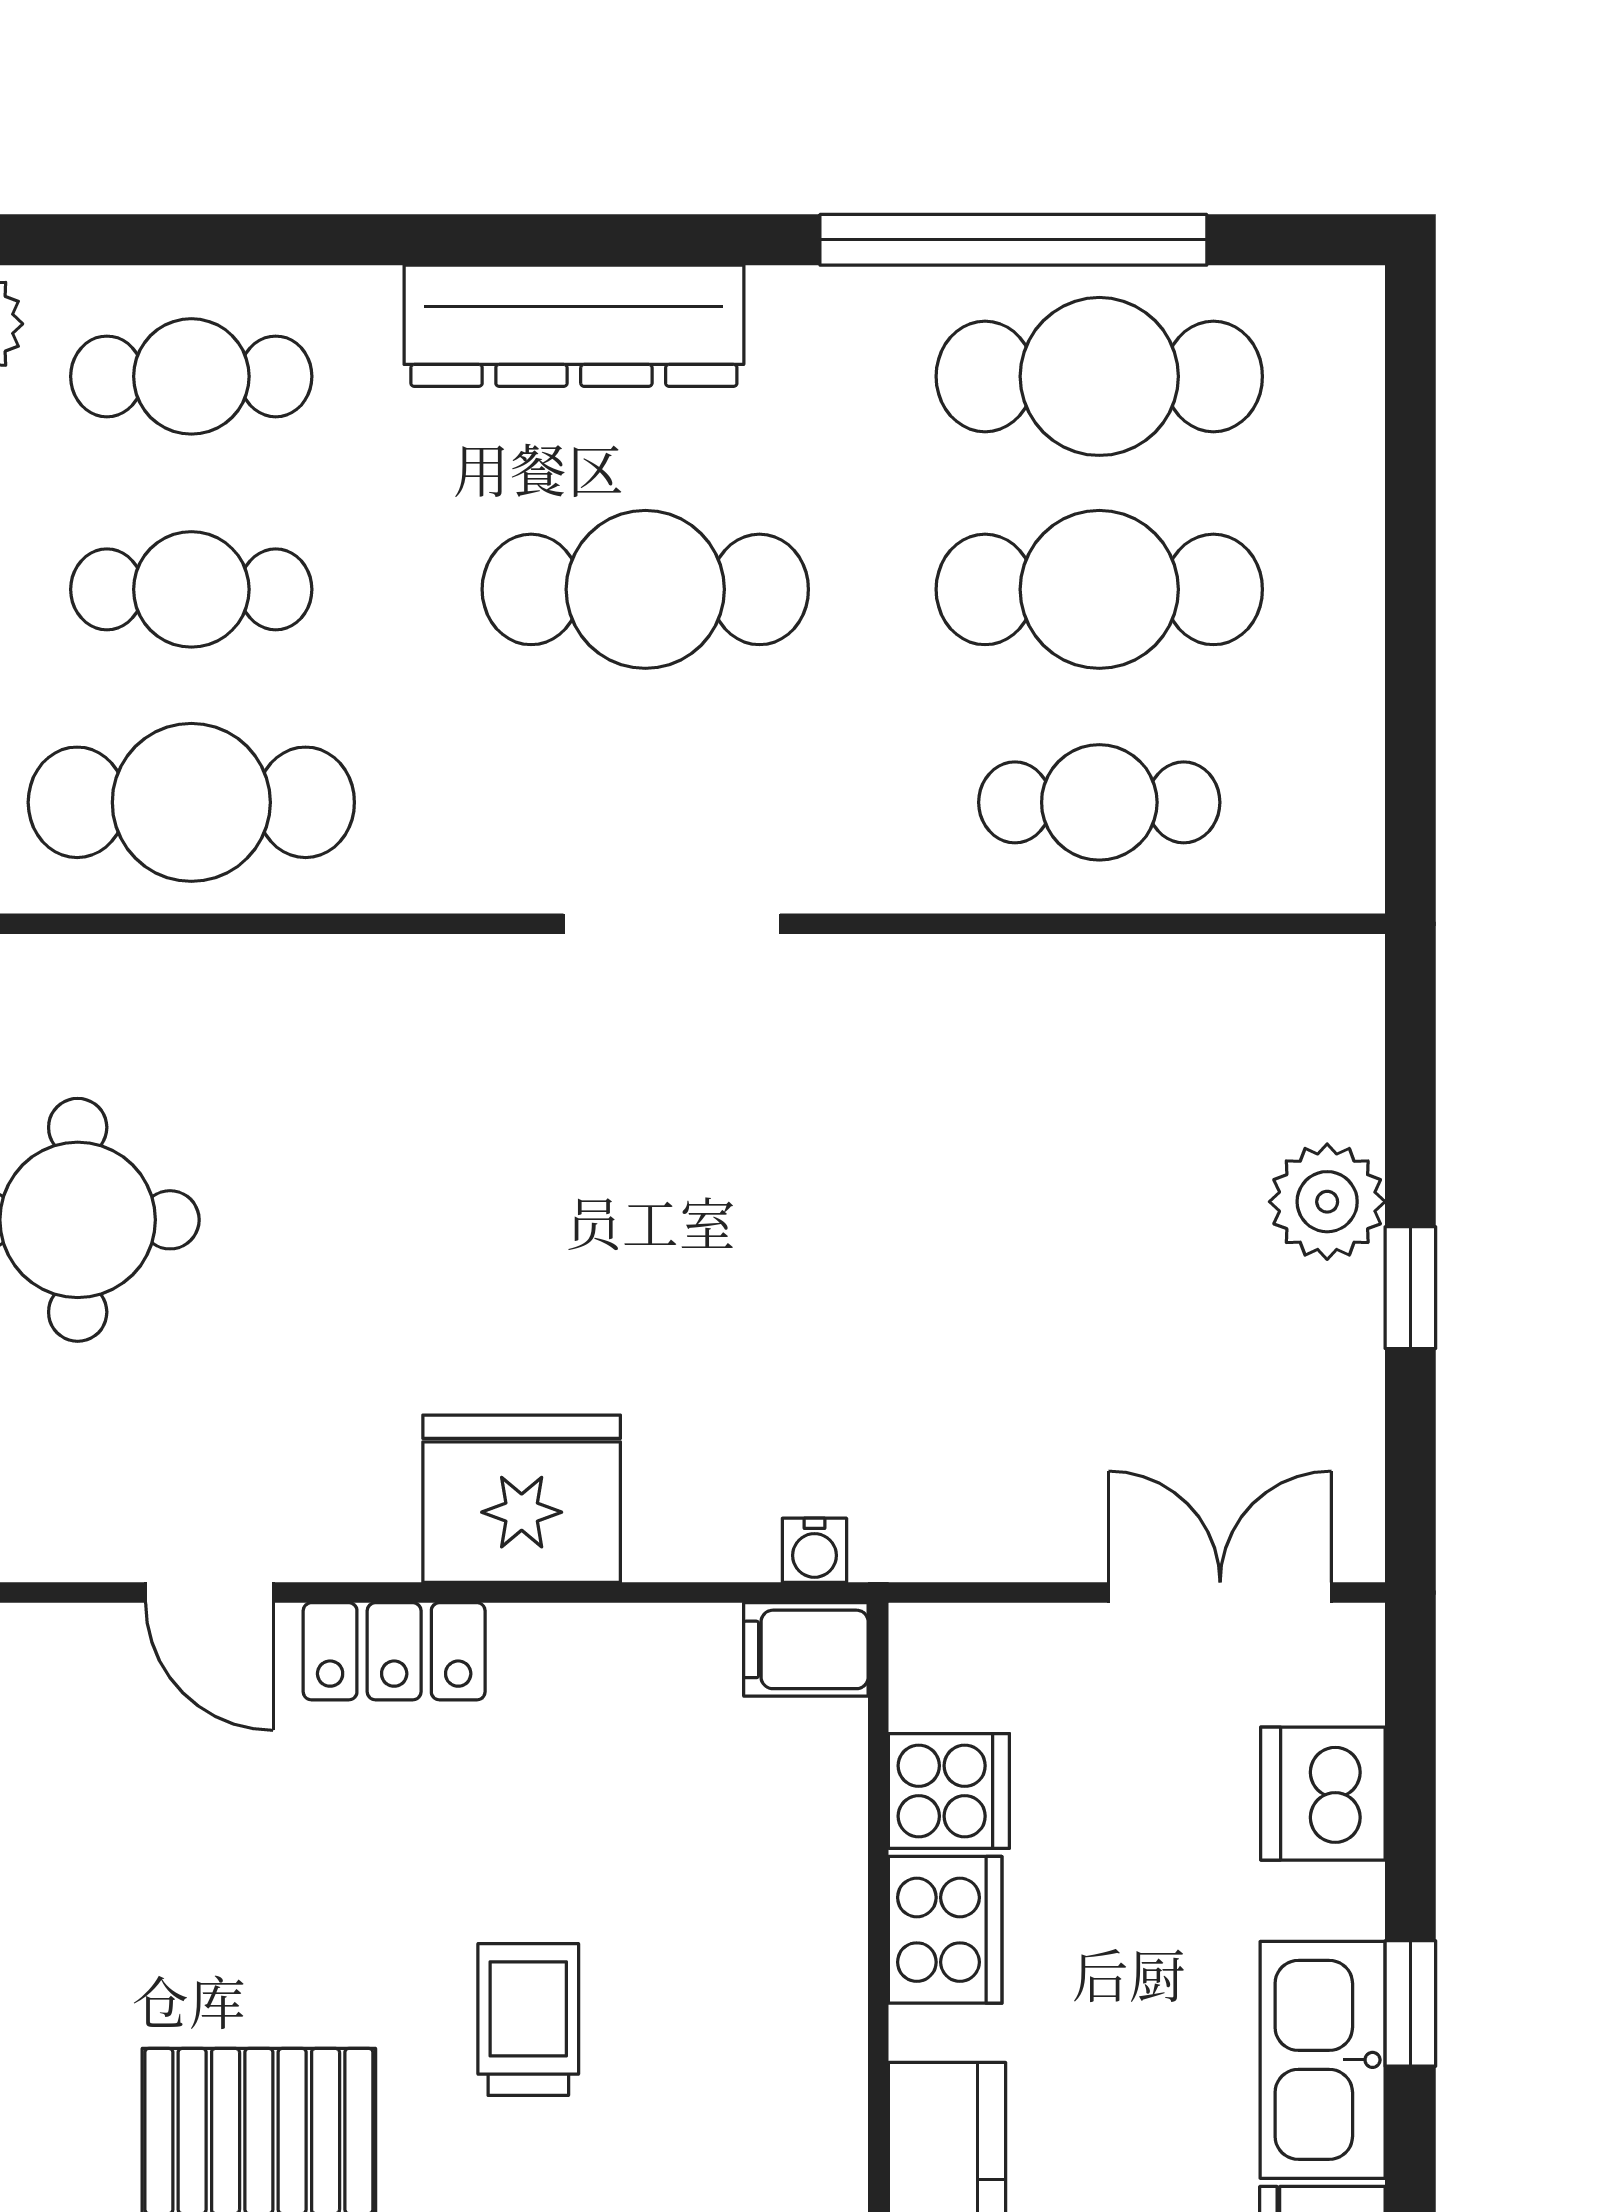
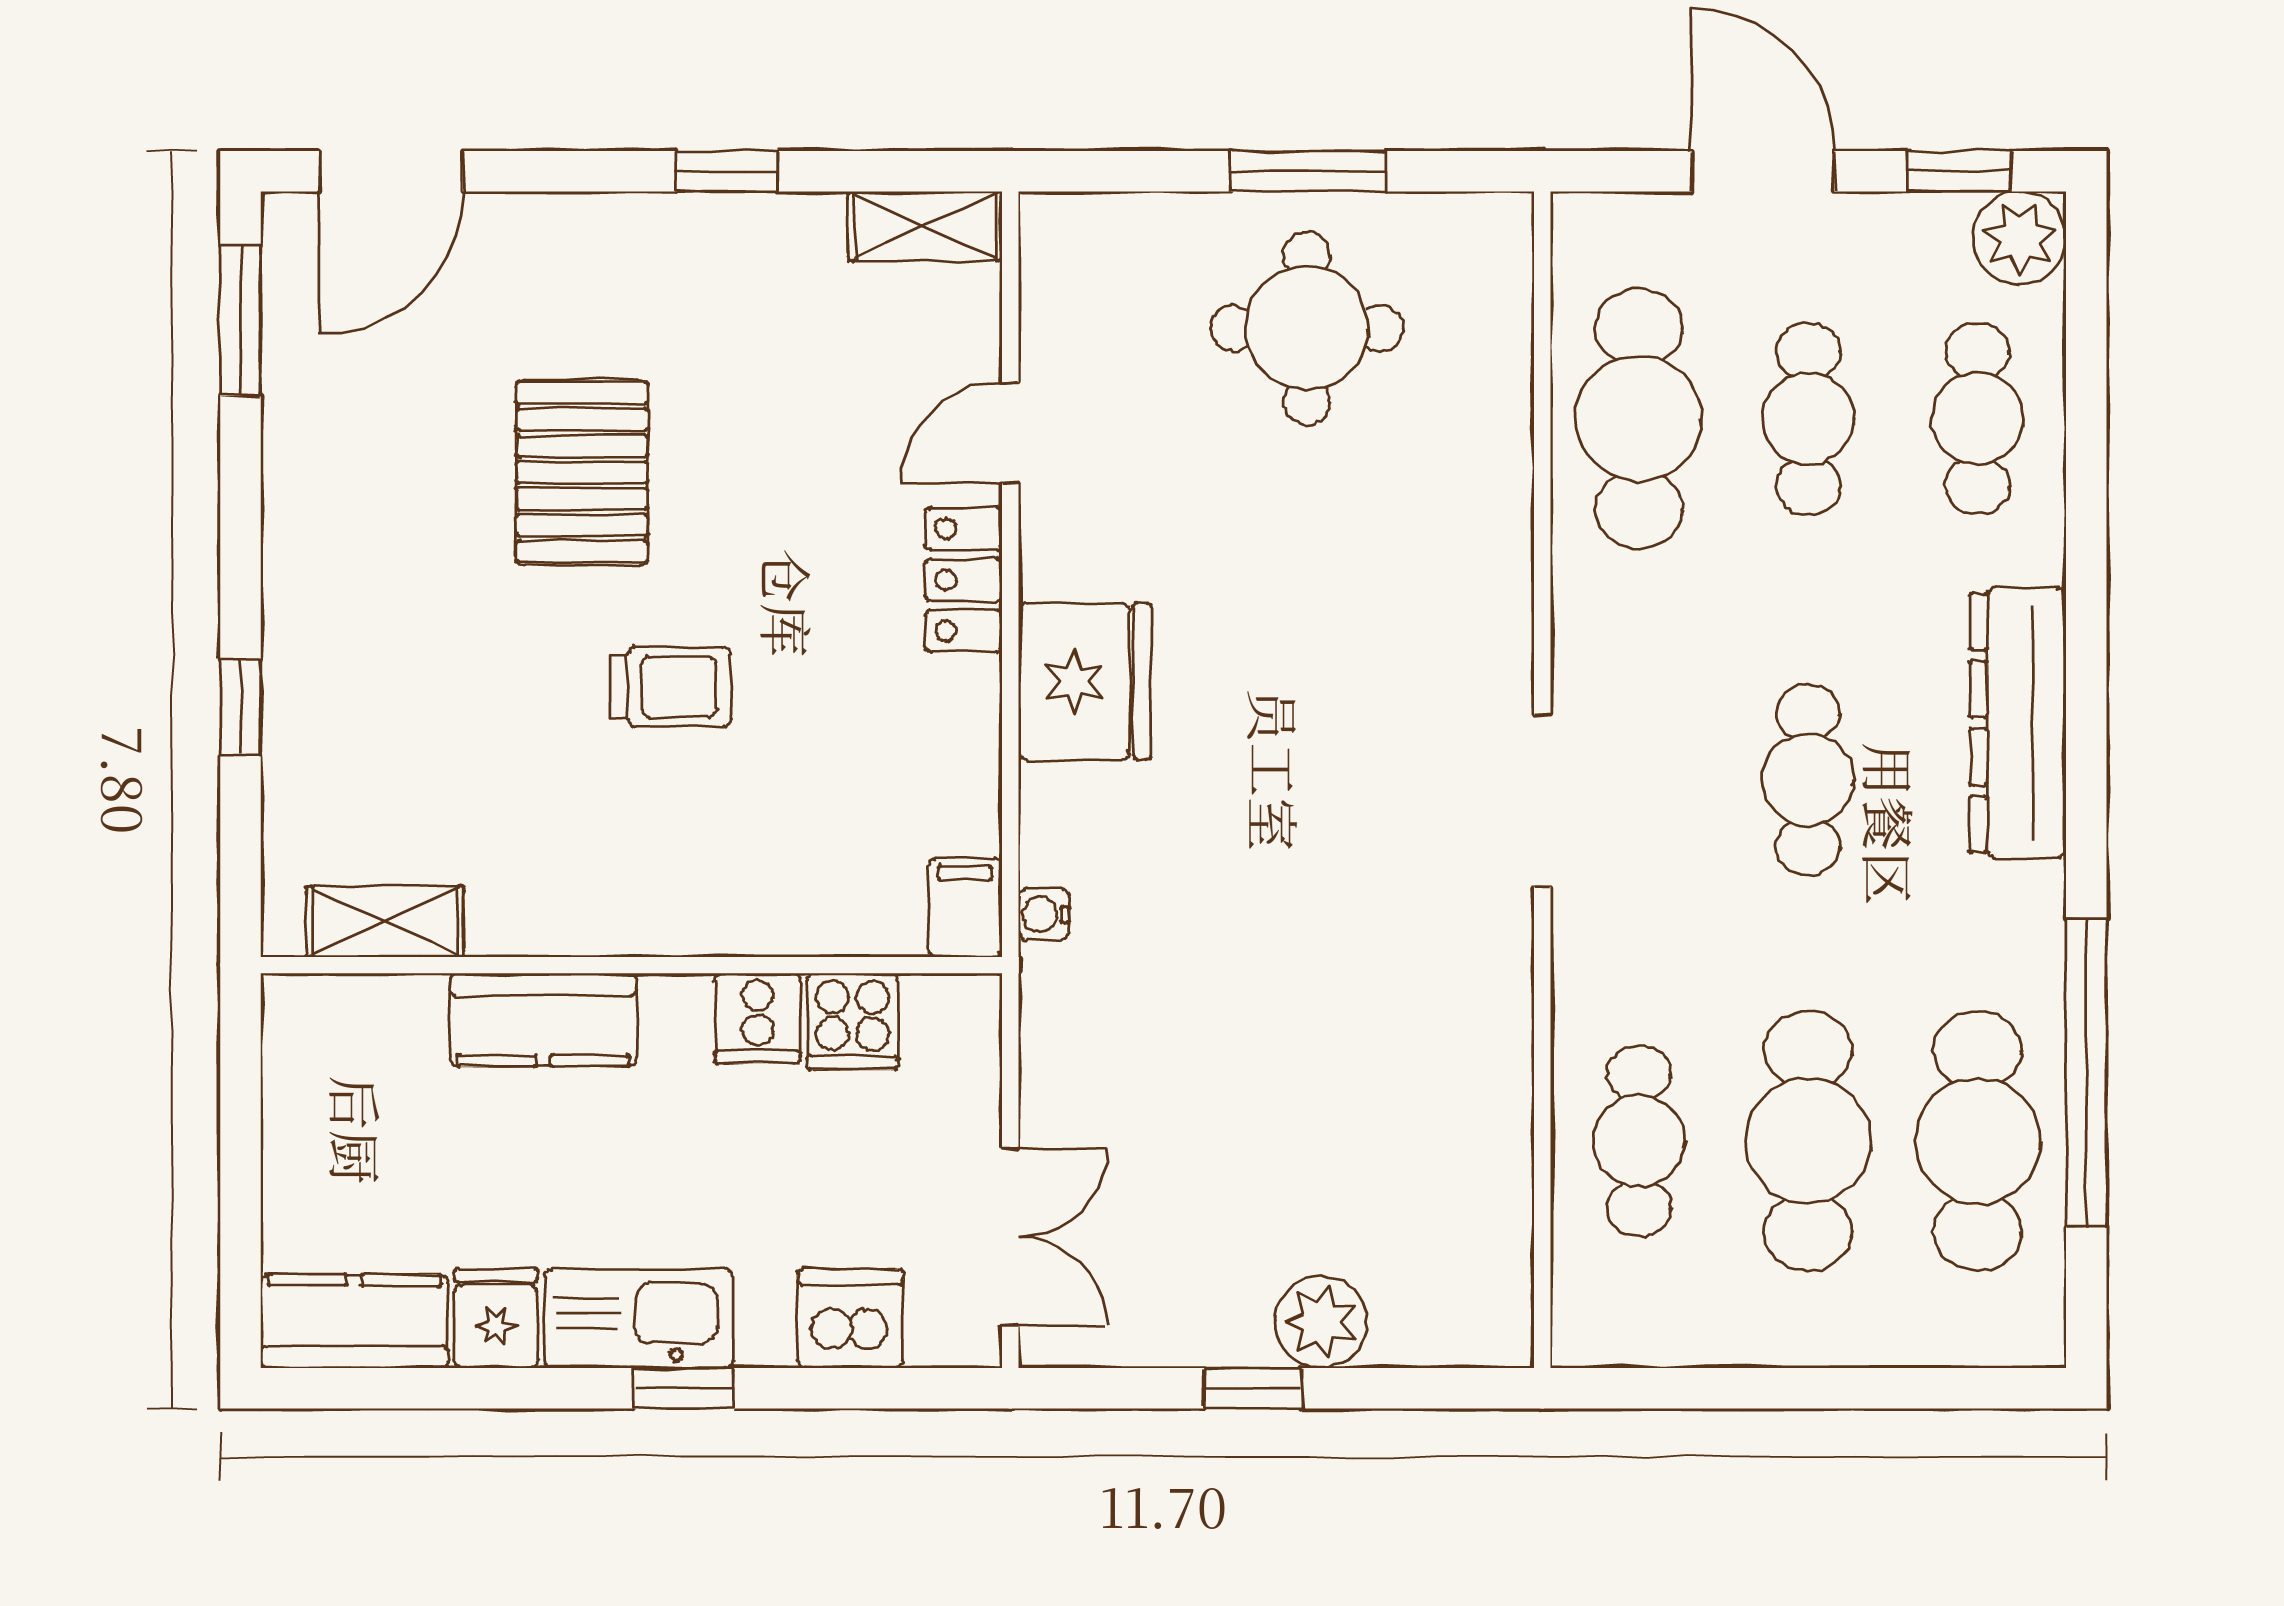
cafe table: (645, 589) -> (1808, 780), width x0.73, depth x0.74
cooker: (945, 1930) -> (758, 1018), width x0.73

